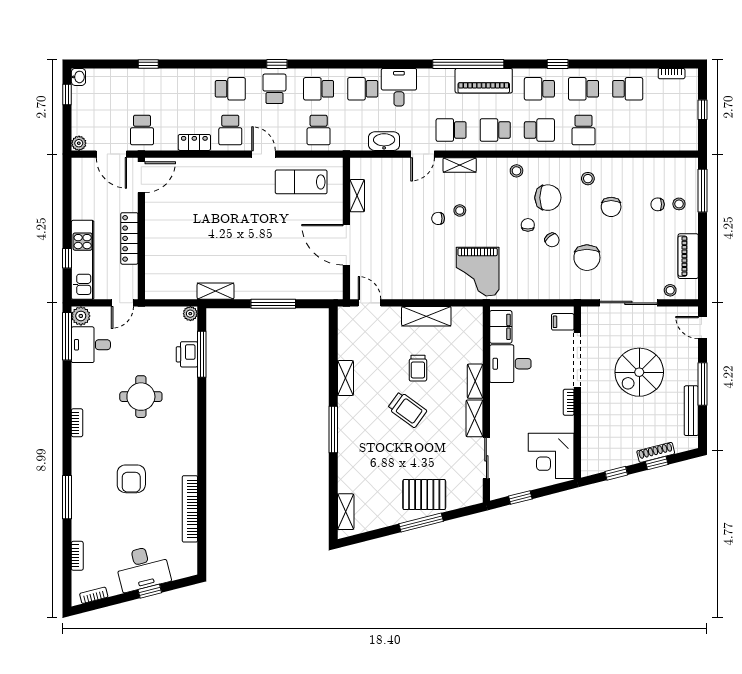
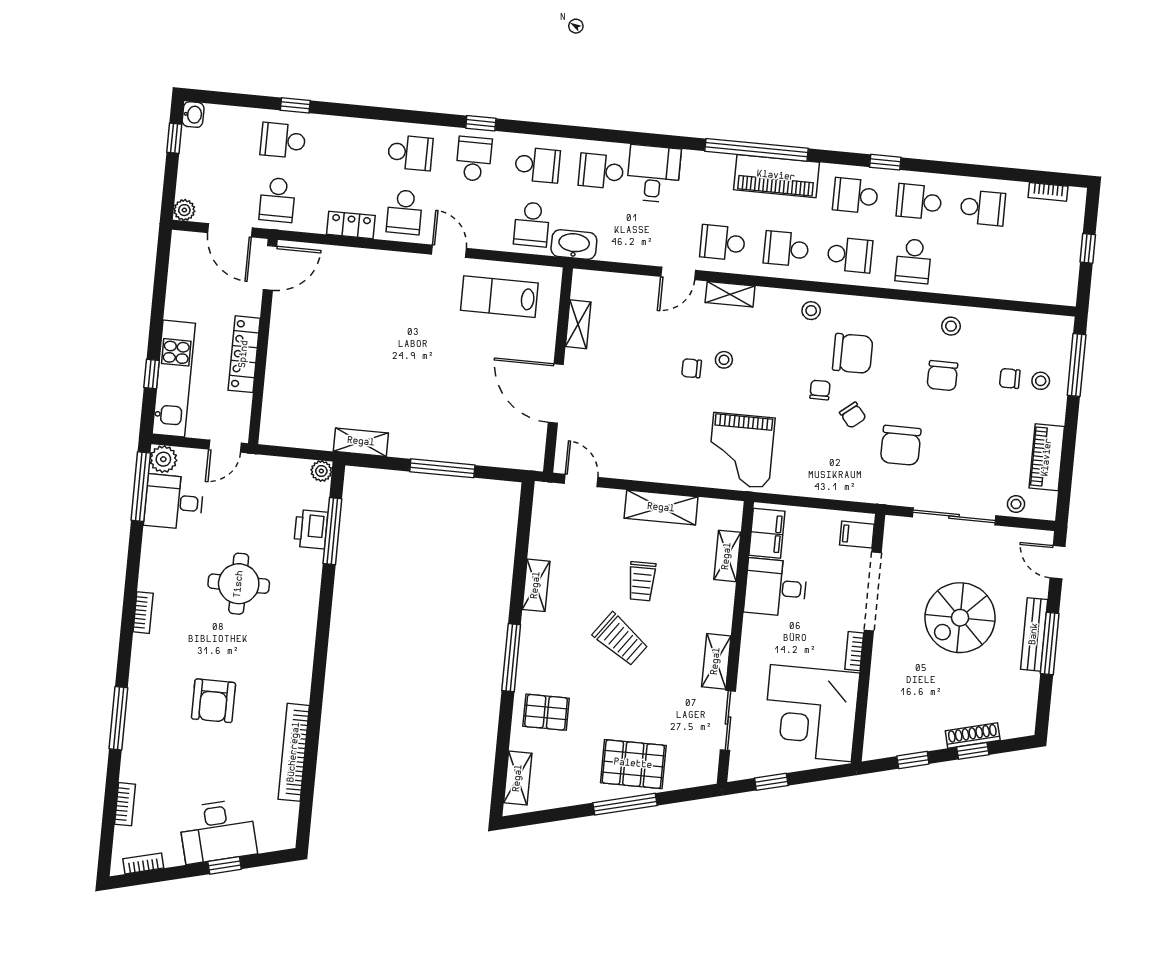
school desk: (142, 89) -> (283, 140), added
school desk: (319, 89) -> (537, 165), turned 180
washbasin: (384, 141) -> (574, 245), moved
stool: (588, 179) -> (951, 326), moved
shelving: (475, 381) -> (727, 556), moved
bench: (691, 411) -> (1034, 634), moved
corner desk: (551, 456) -> (811, 713), width x1.36, depth x1.36
pallet: (361, 465) -> (546, 712), added

